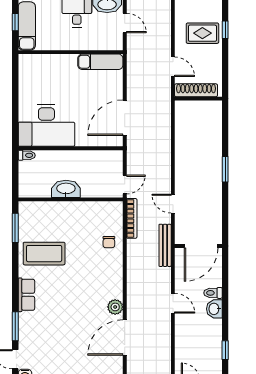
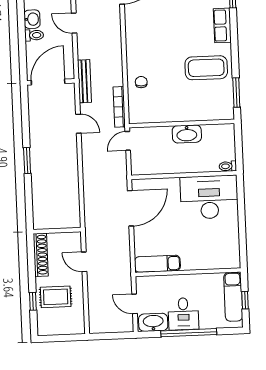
shoe rack: (196, 90) -> (41, 255), moved, turned -90
plant: (115, 307) -> (132, 17), removed

